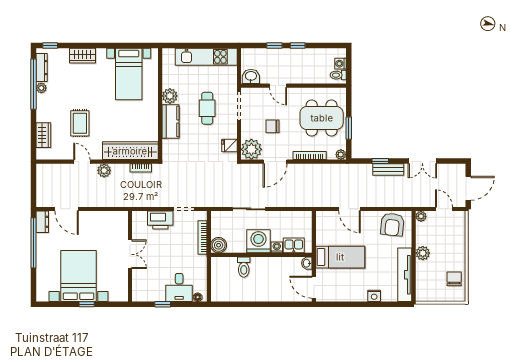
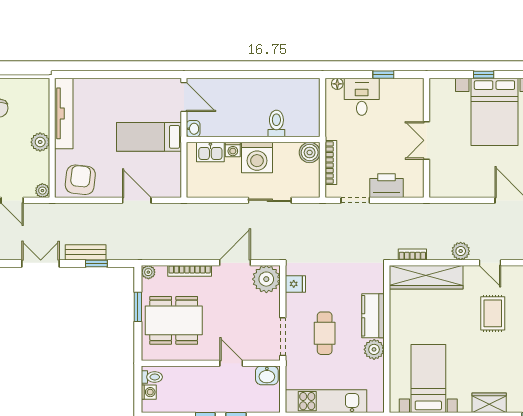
chair: (273, 126) -> (238, 309), removed
nightstand: (374, 296) -> (104, 86), removed

